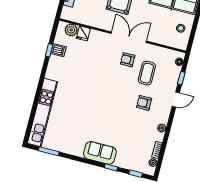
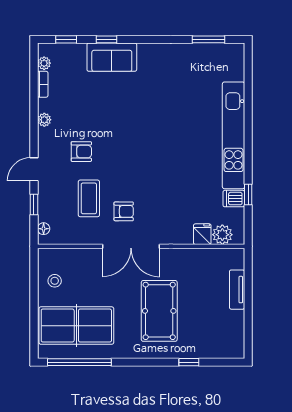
kitchen unit: (43, 113) -> (234, 135), moved
sofa: (100, 153) -> (112, 57), moved

